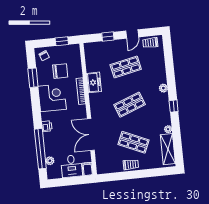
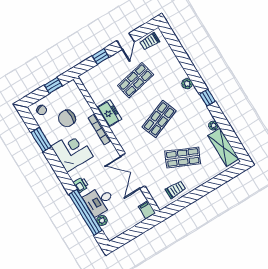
chair: (60, 71) -> (67, 118), turned 180
trolley: (131, 165) -> (176, 189), moved
desk: (72, 166) -> (99, 201), moved, turned 90

